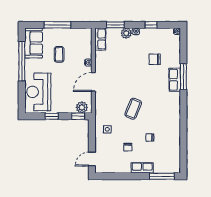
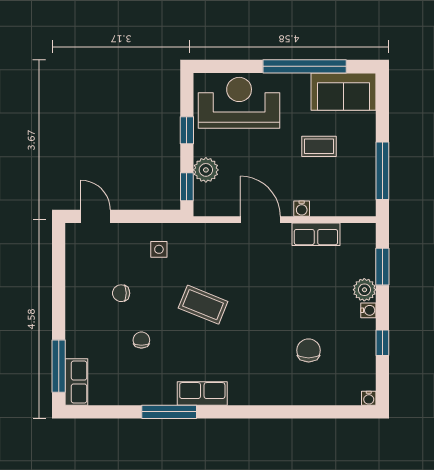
window: (58, 25) -> (382, 171), moved
row of seats: (100, 39) -> (316, 234), moved
window: (183, 77) -> (169, 412), moved
row of seats: (175, 80) -> (202, 393), moved
plant: (82, 107) -> (206, 170), moved
row of seats: (142, 168) -> (76, 382), moved

